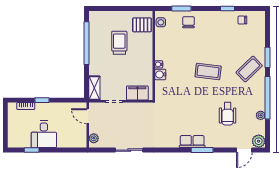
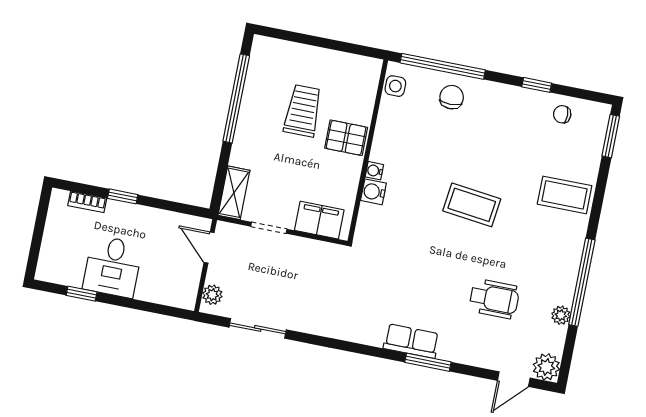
window: (181, 9) -> (443, 66), width x2.11
pallet: (142, 25) -> (346, 138), moved
window: (267, 57) -> (611, 136), moved
coffee table: (249, 69) -> (565, 195), moved, turned 44
wheelchair: (228, 114) -> (494, 299), turned -90
sliding door: (129, 150) -> (258, 328), moved

